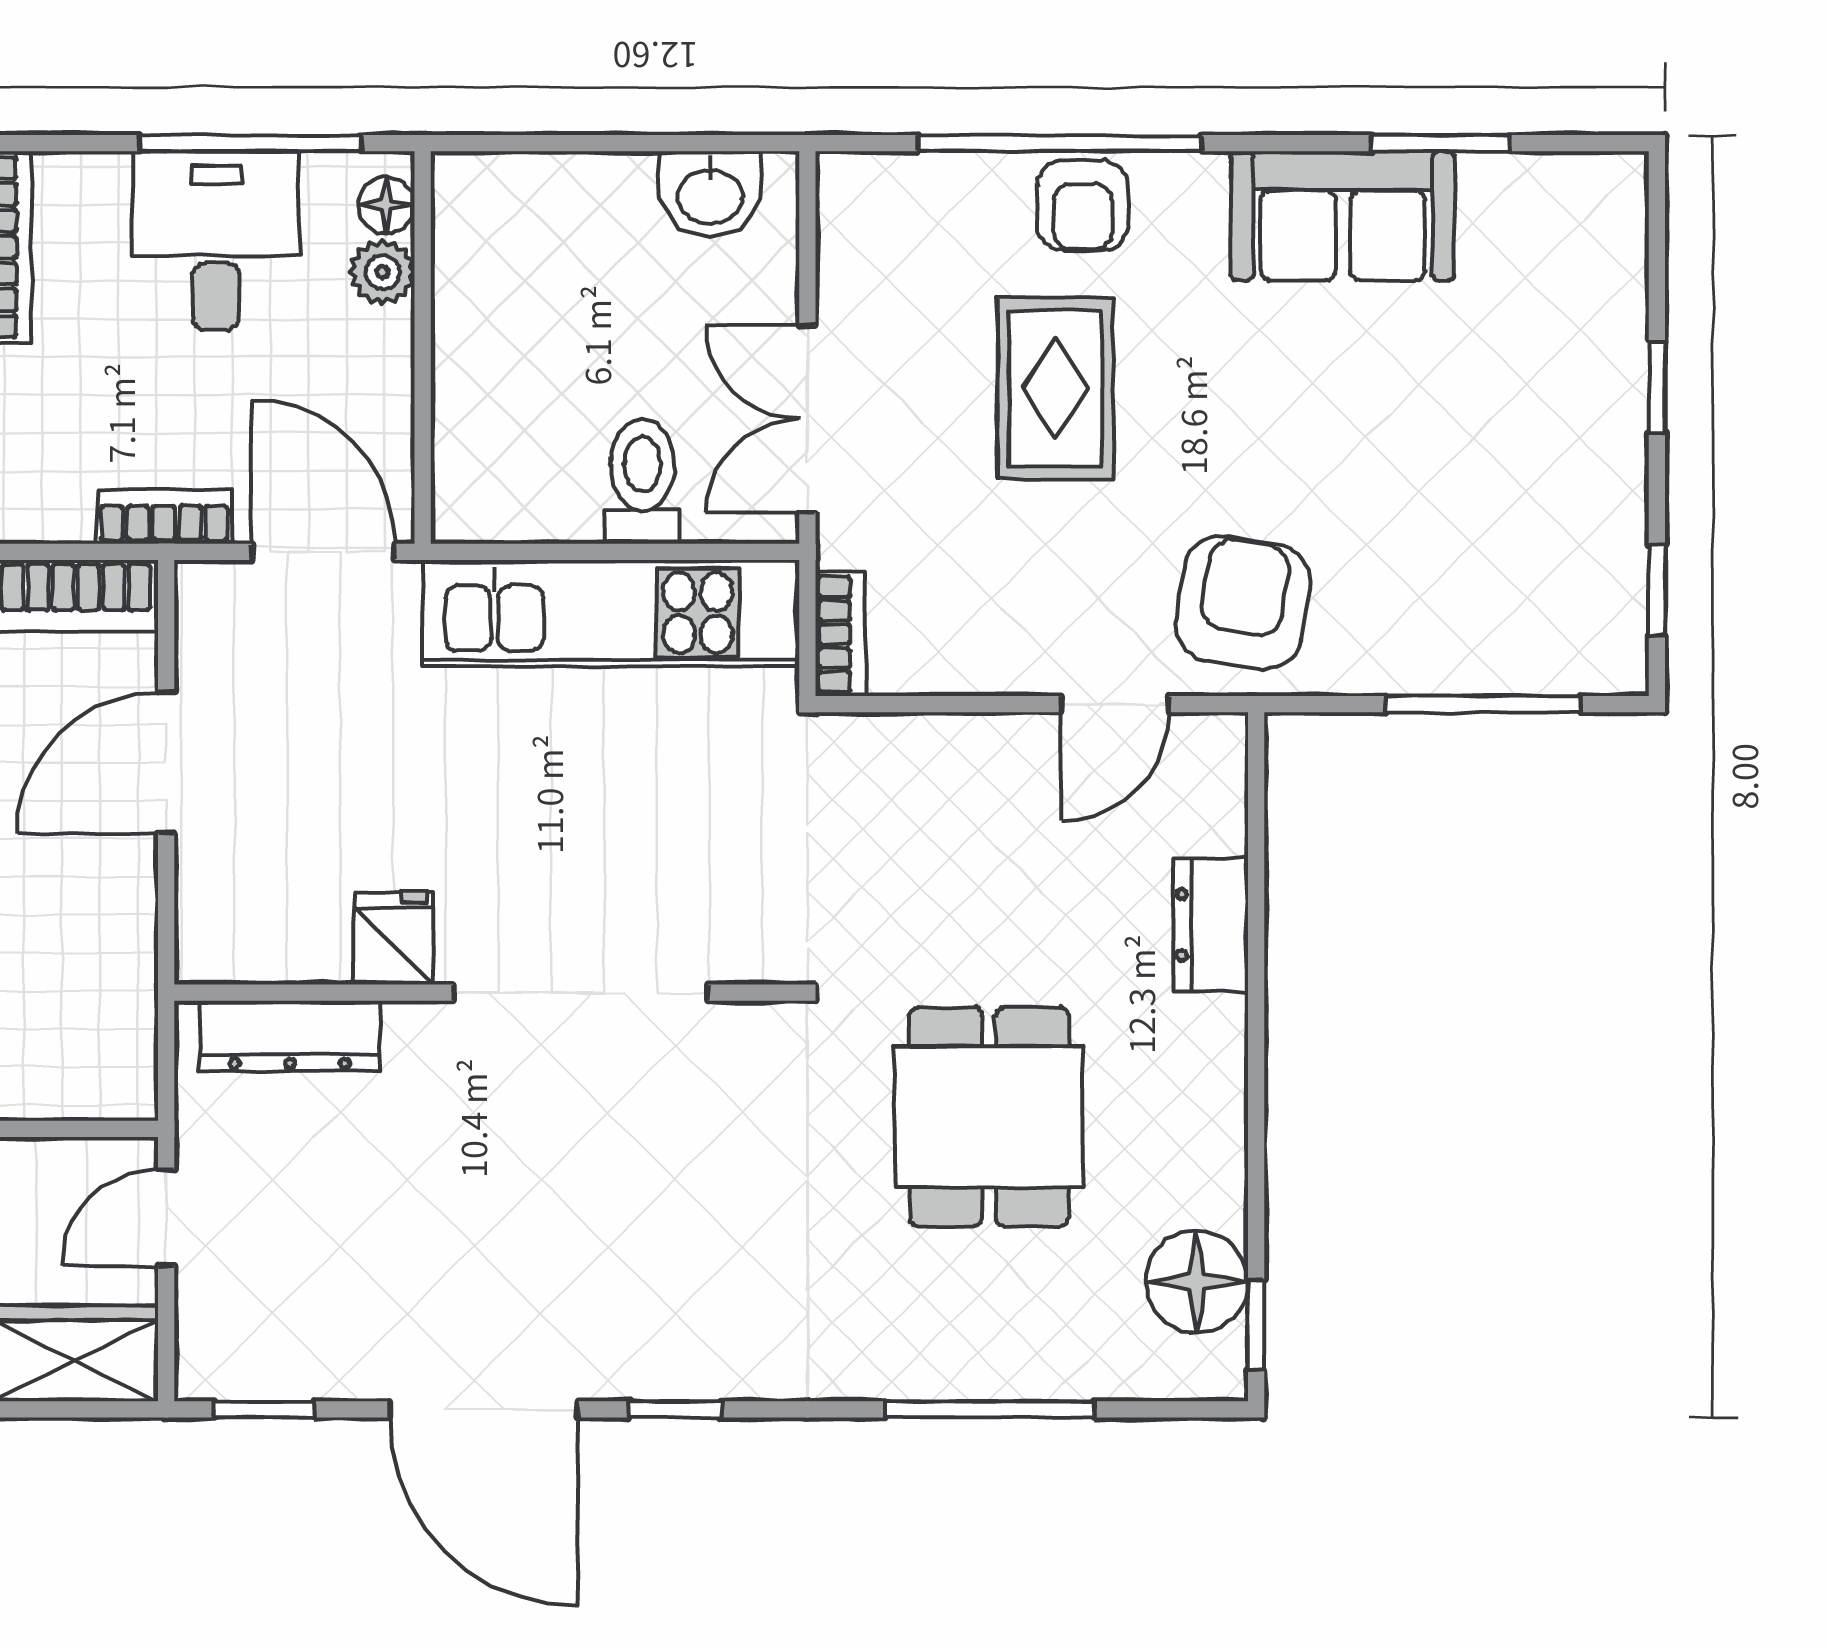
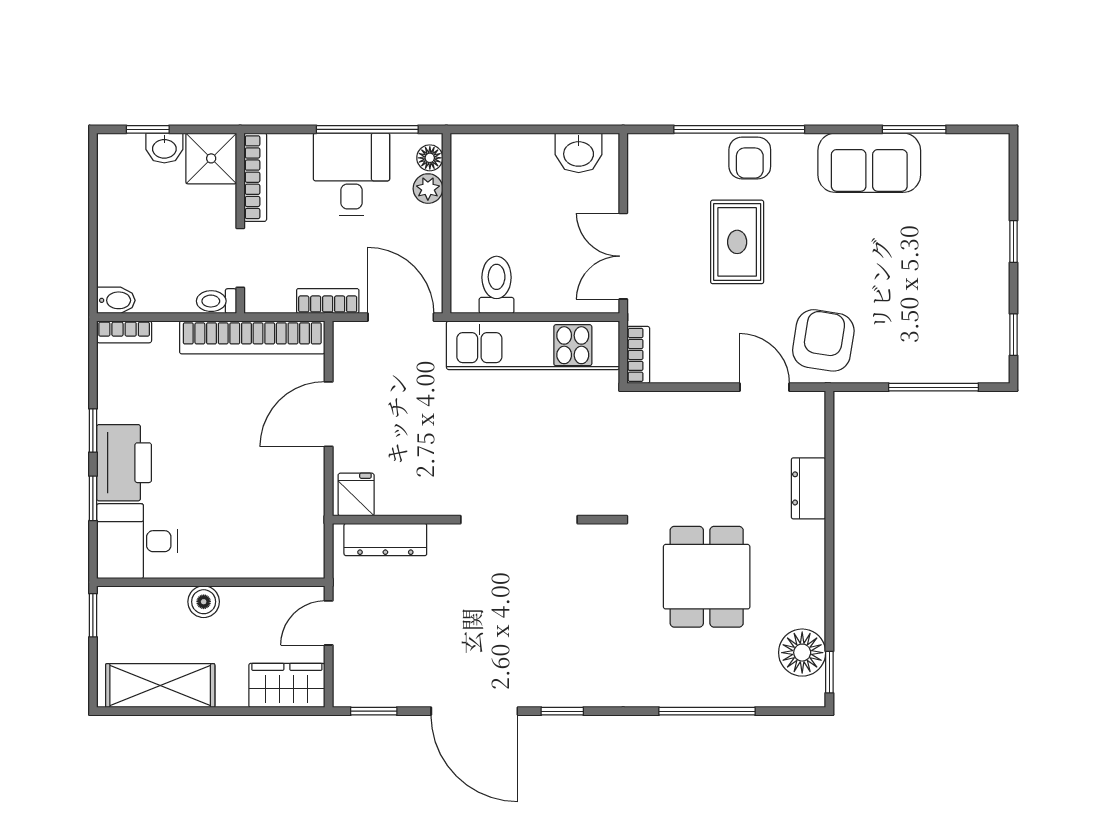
toilet: (642, 482) -> (497, 285), moved
door: (1115, 704) -> (765, 387), swing flipped
fridge: (394, 938) -> (356, 495), moved

